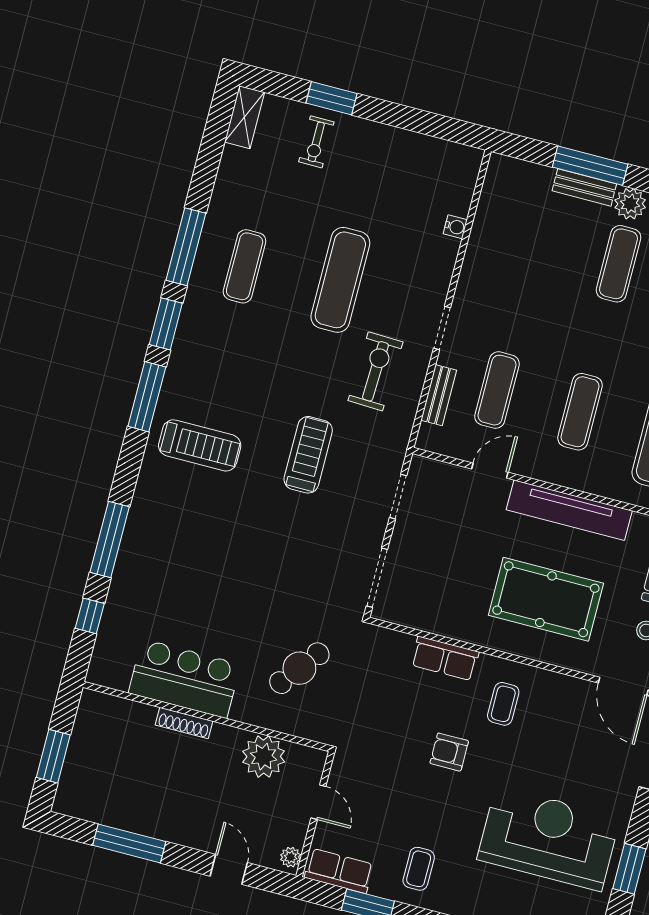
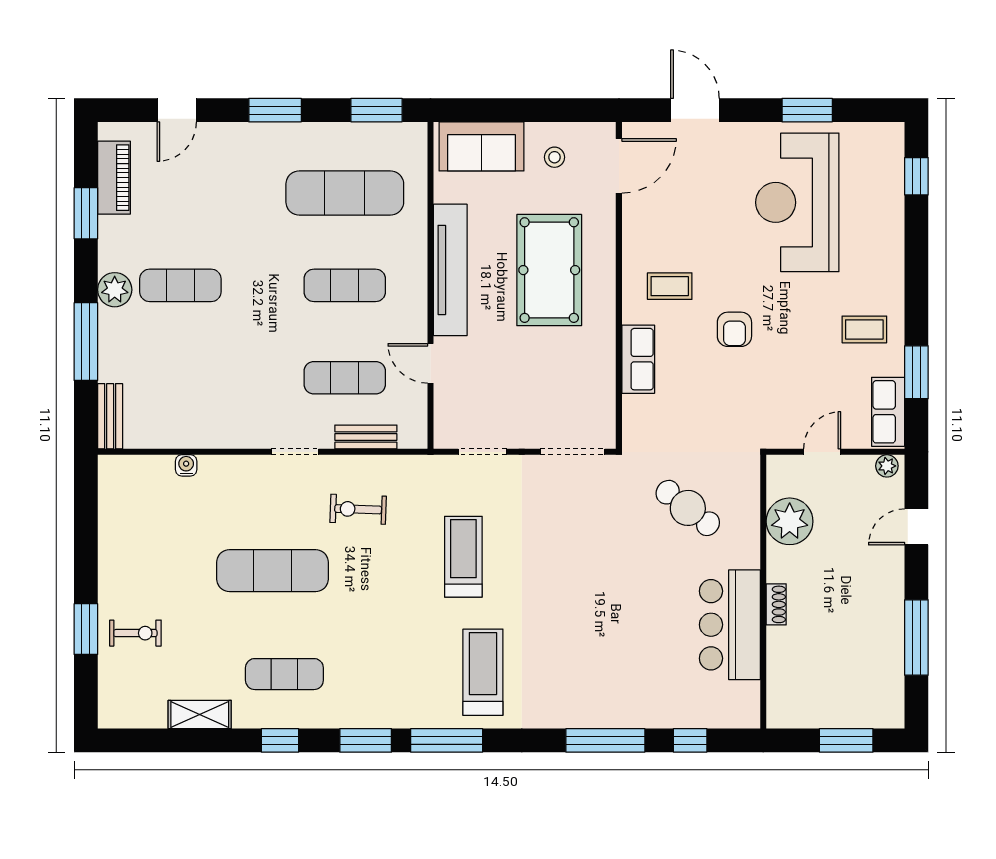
shelving: (245, 117) -> (200, 714), moved
bench: (584, 187) -> (110, 416), moved
window: (186, 247) -> (280, 740), width x0.46
exercise bike: (375, 371) -> (358, 509), width x0.73, depth x0.72
treadmill: (308, 455) -> (463, 557), turned 90
shoe rack: (184, 723) -> (776, 604), width x0.70

